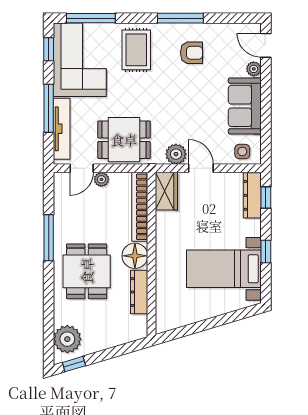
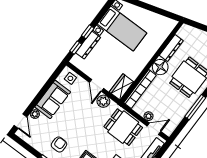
armchair: (191, 53) -> (59, 145), turned 90
dresser: (252, 195) -> (88, 45), moved
window: (266, 252) -> (88, 32), moved

